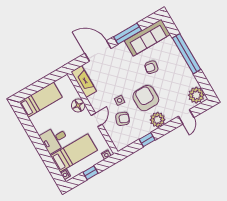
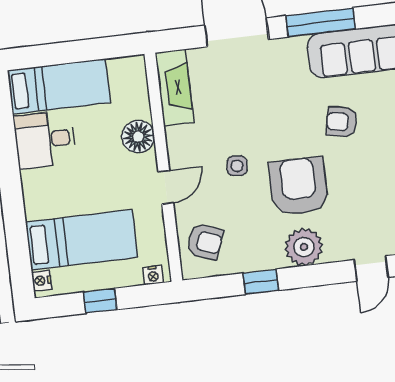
armchair: (123, 119) -> (205, 242), moved
desk: (54, 139) -> (45, 140), moved

